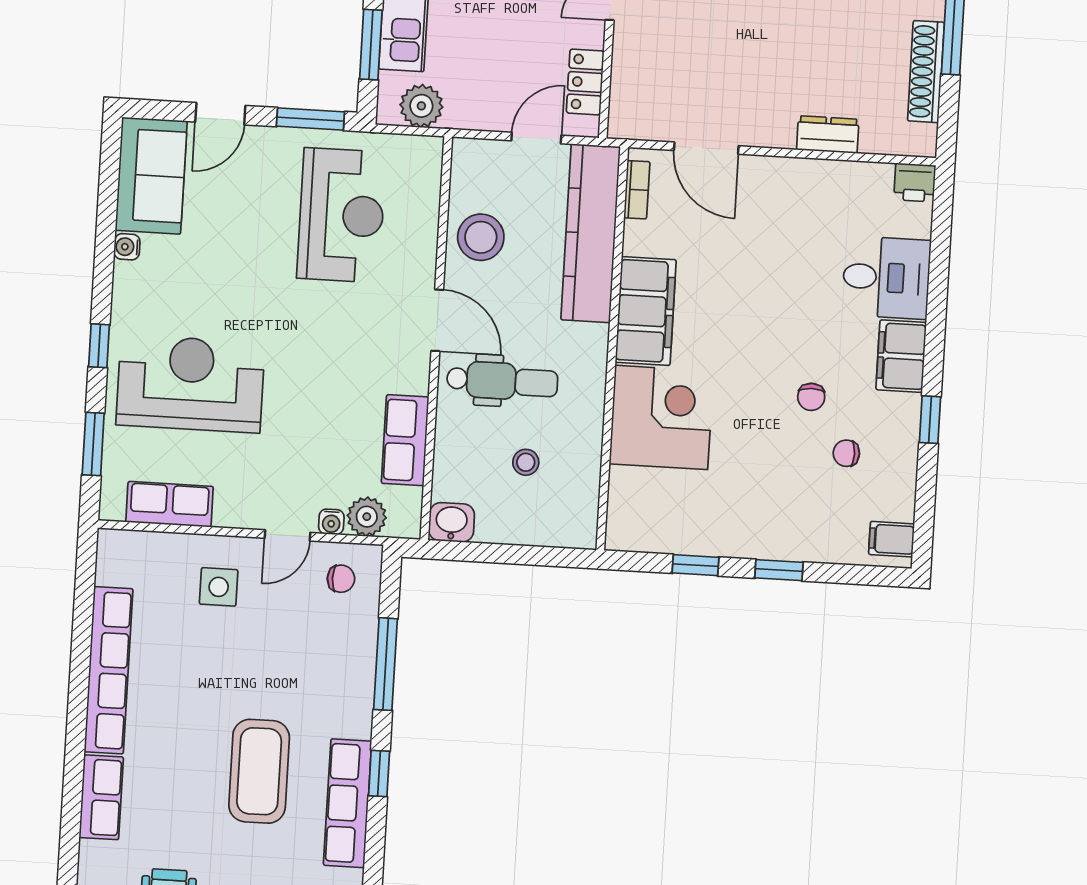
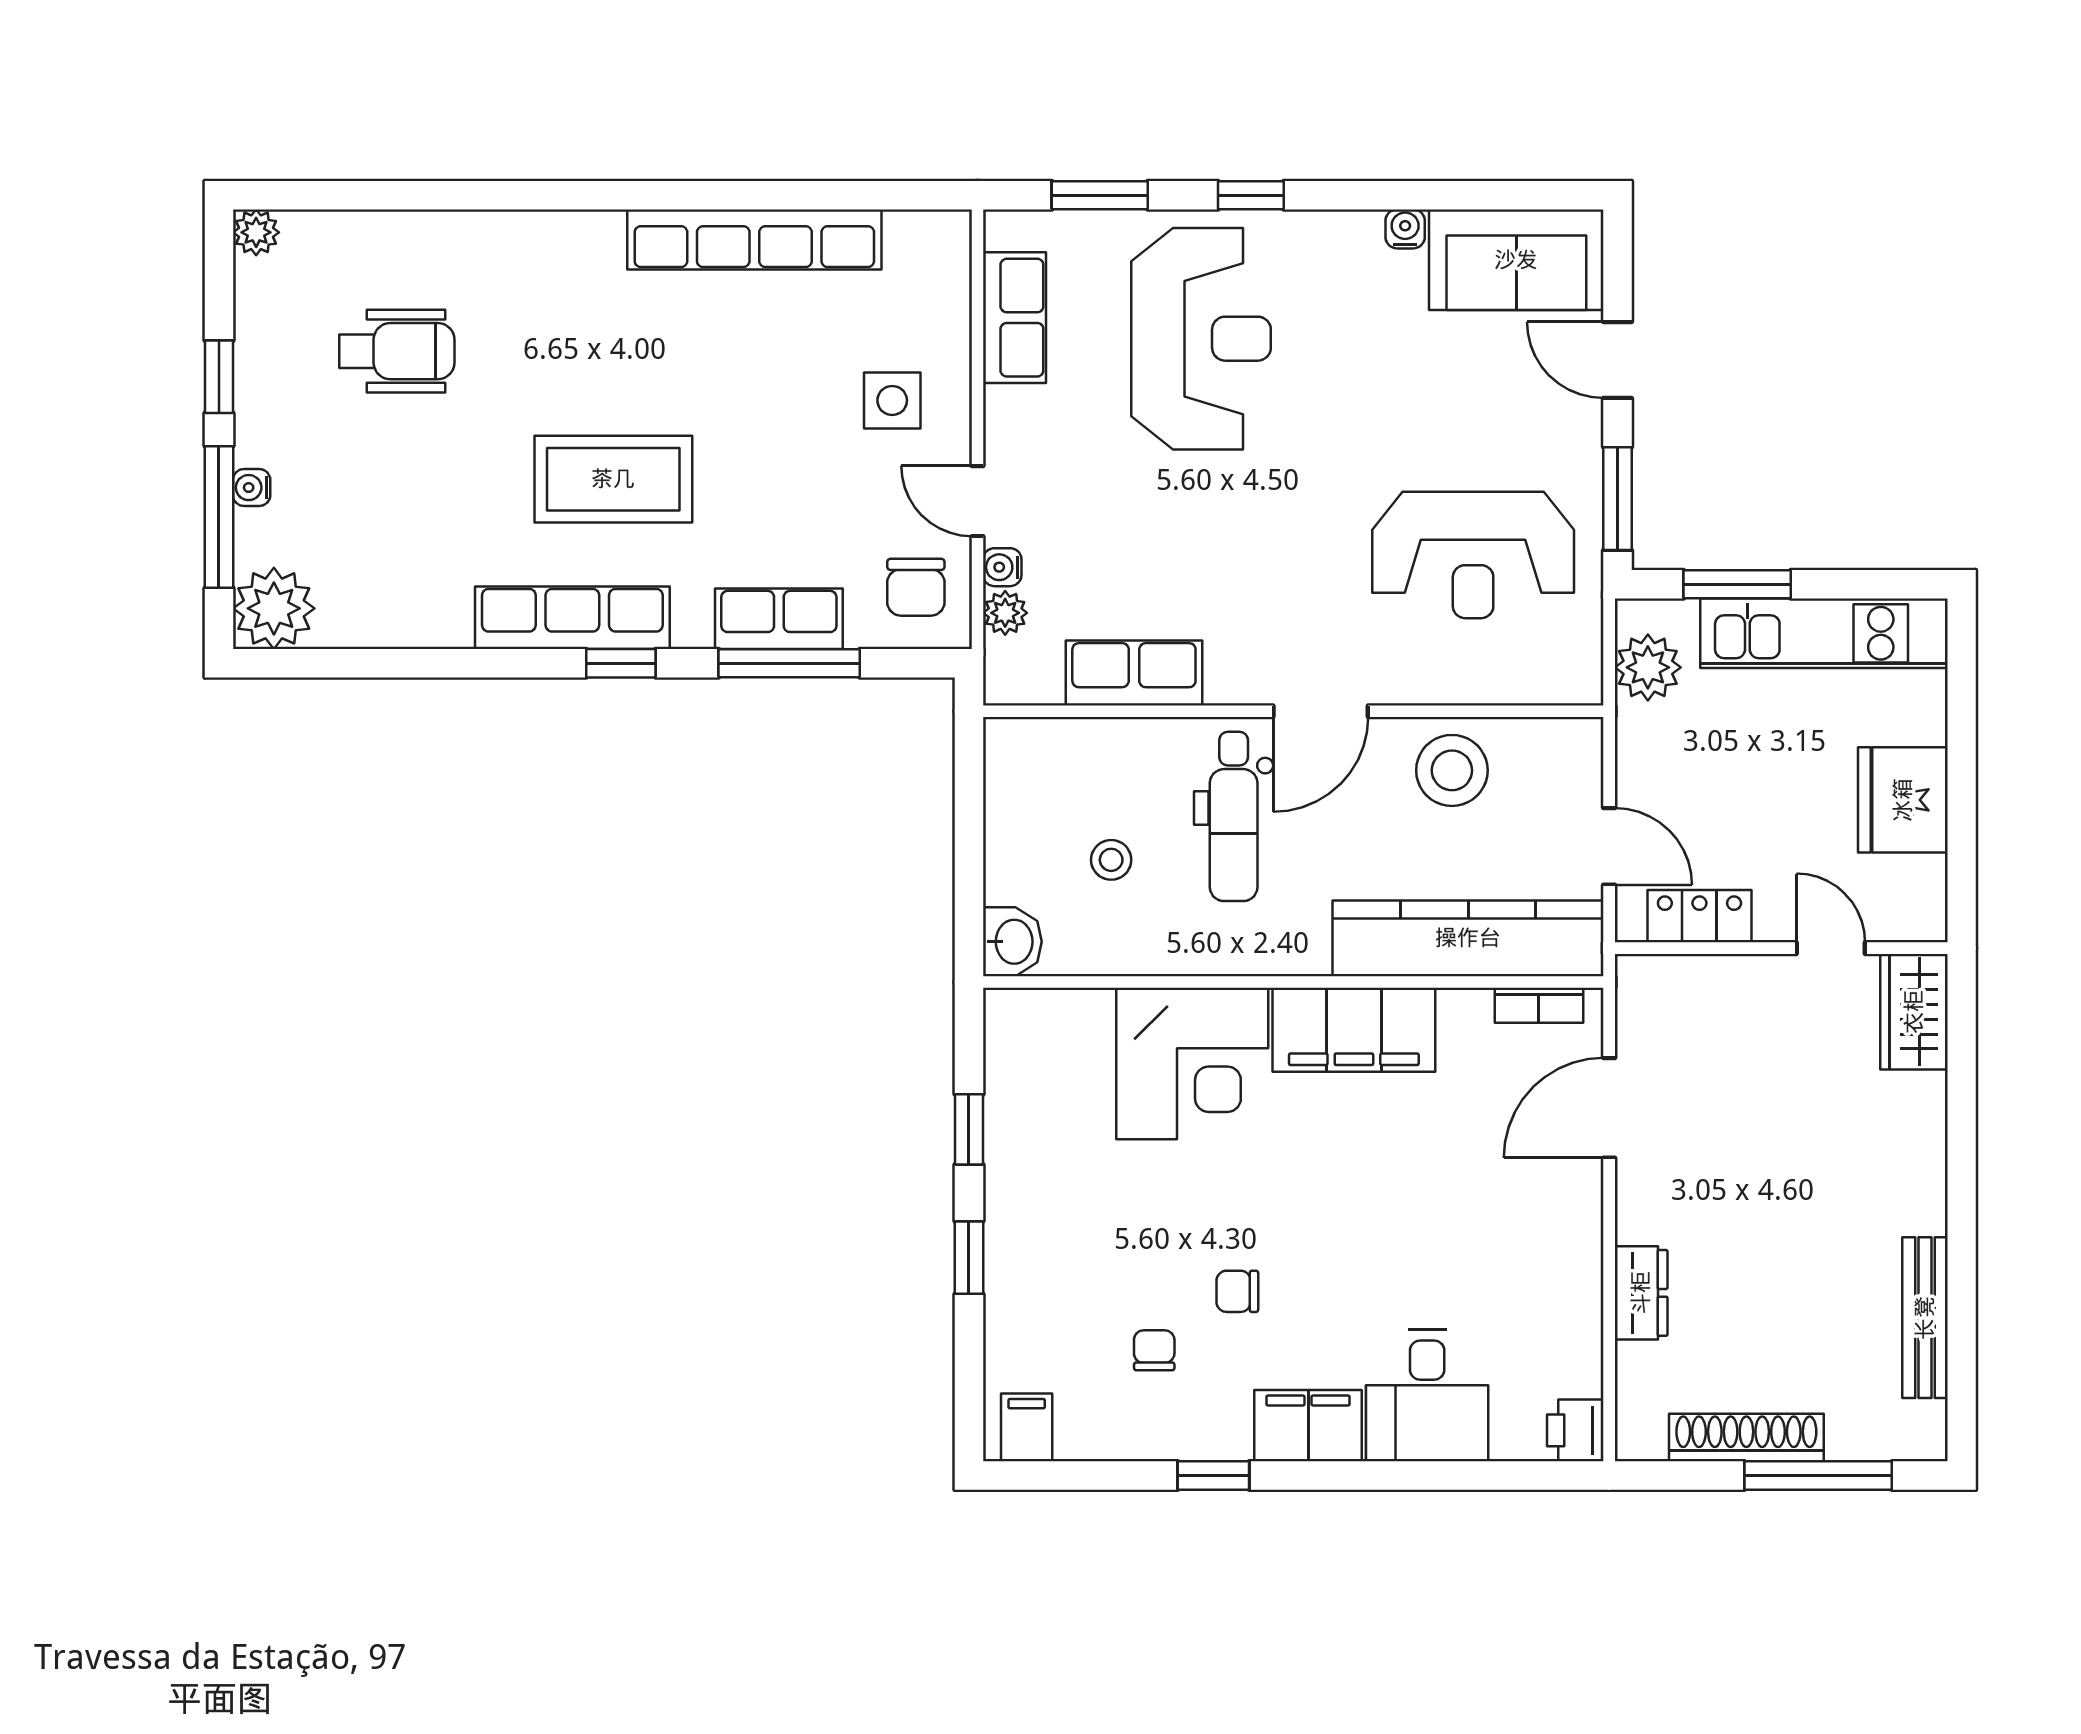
plant: (367, 517) -> (1005, 613), width x0.73, depth x0.73
washbasin: (452, 522) -> (1012, 942), moved
chair: (341, 579) -> (916, 587), width x1.37, depth x1.37
row of seats: (101, 797) -> (779, 619), moved, turned 180

